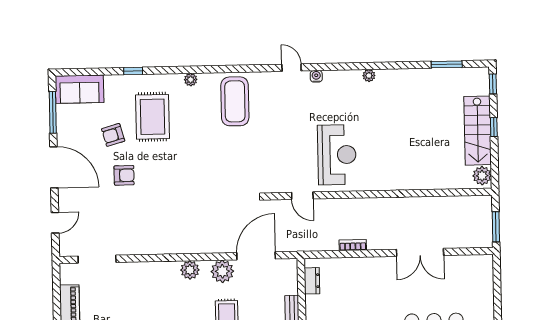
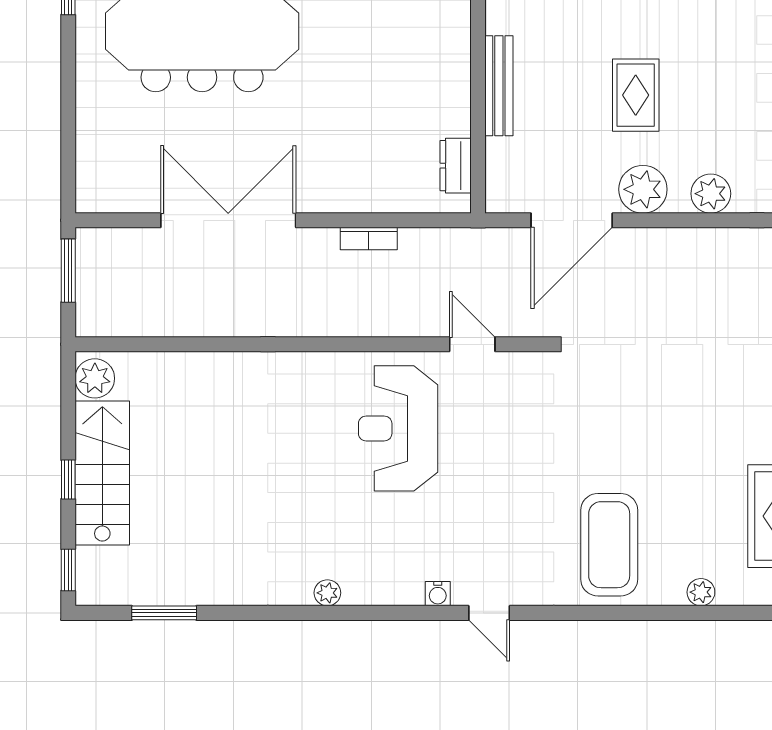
double door: (420, 252) -> (228, 220), width x1.36

